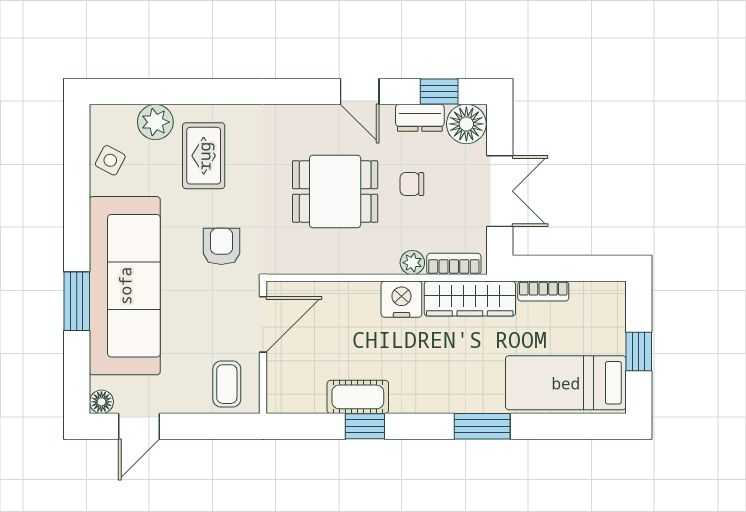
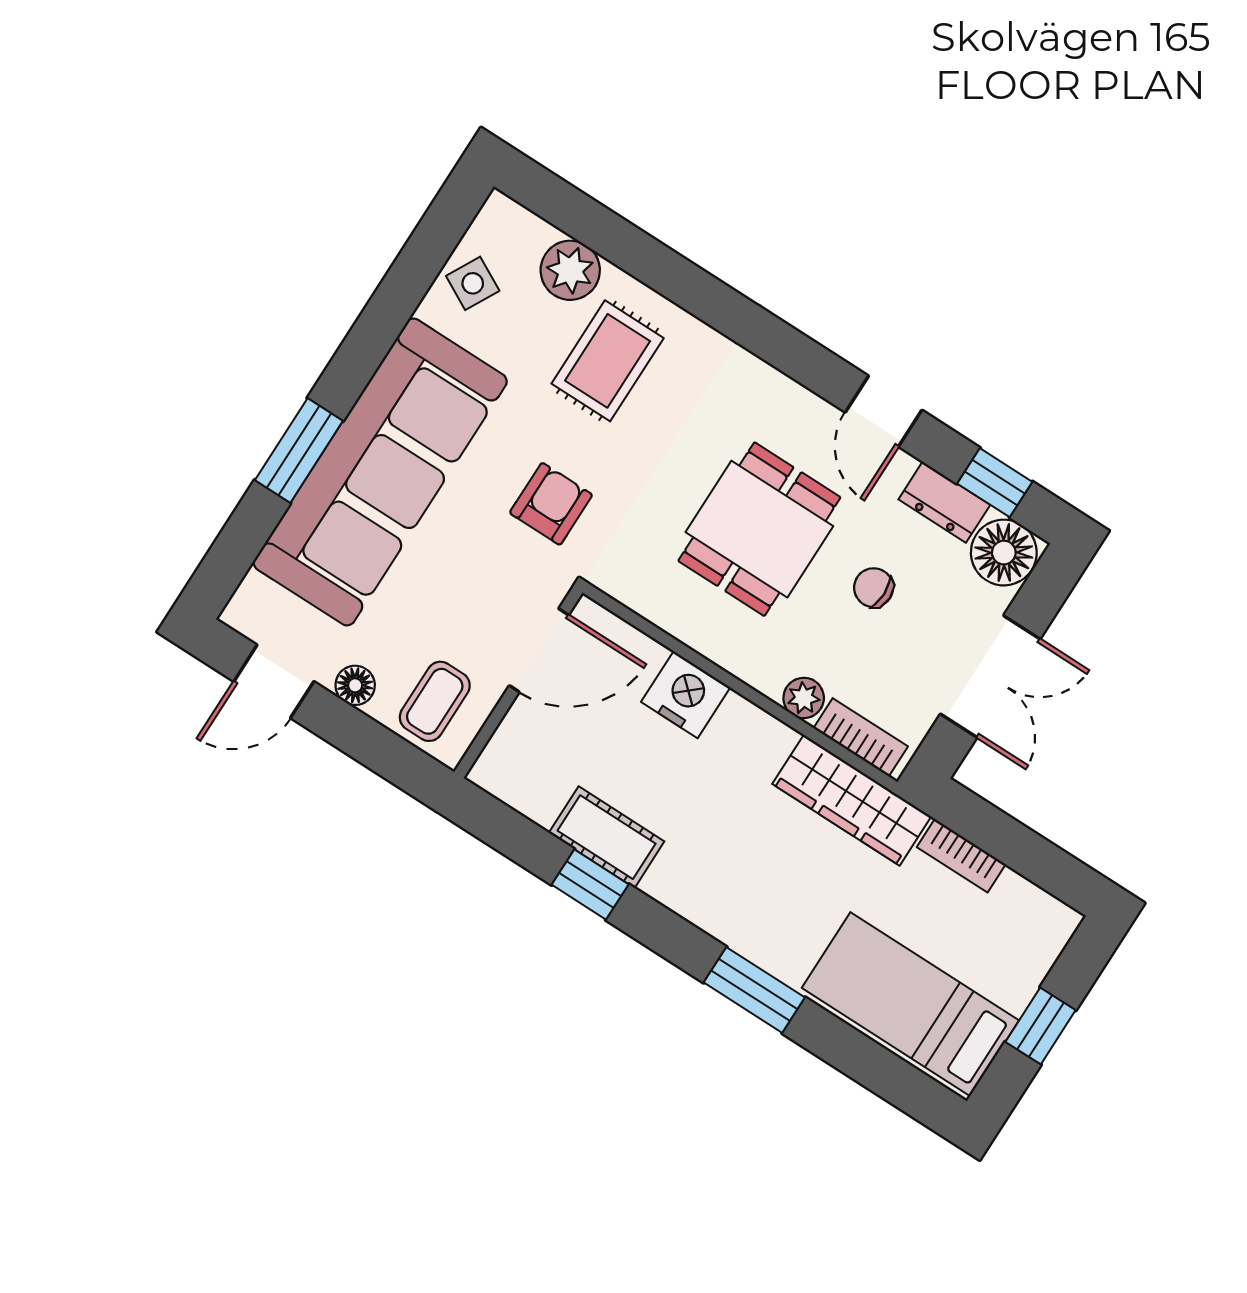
dining table: (335, 191) -> (759, 529), turned 90
nightstand: (401, 299) -> (686, 695), moved
floor lamp: (101, 402) -> (355, 685), moved

